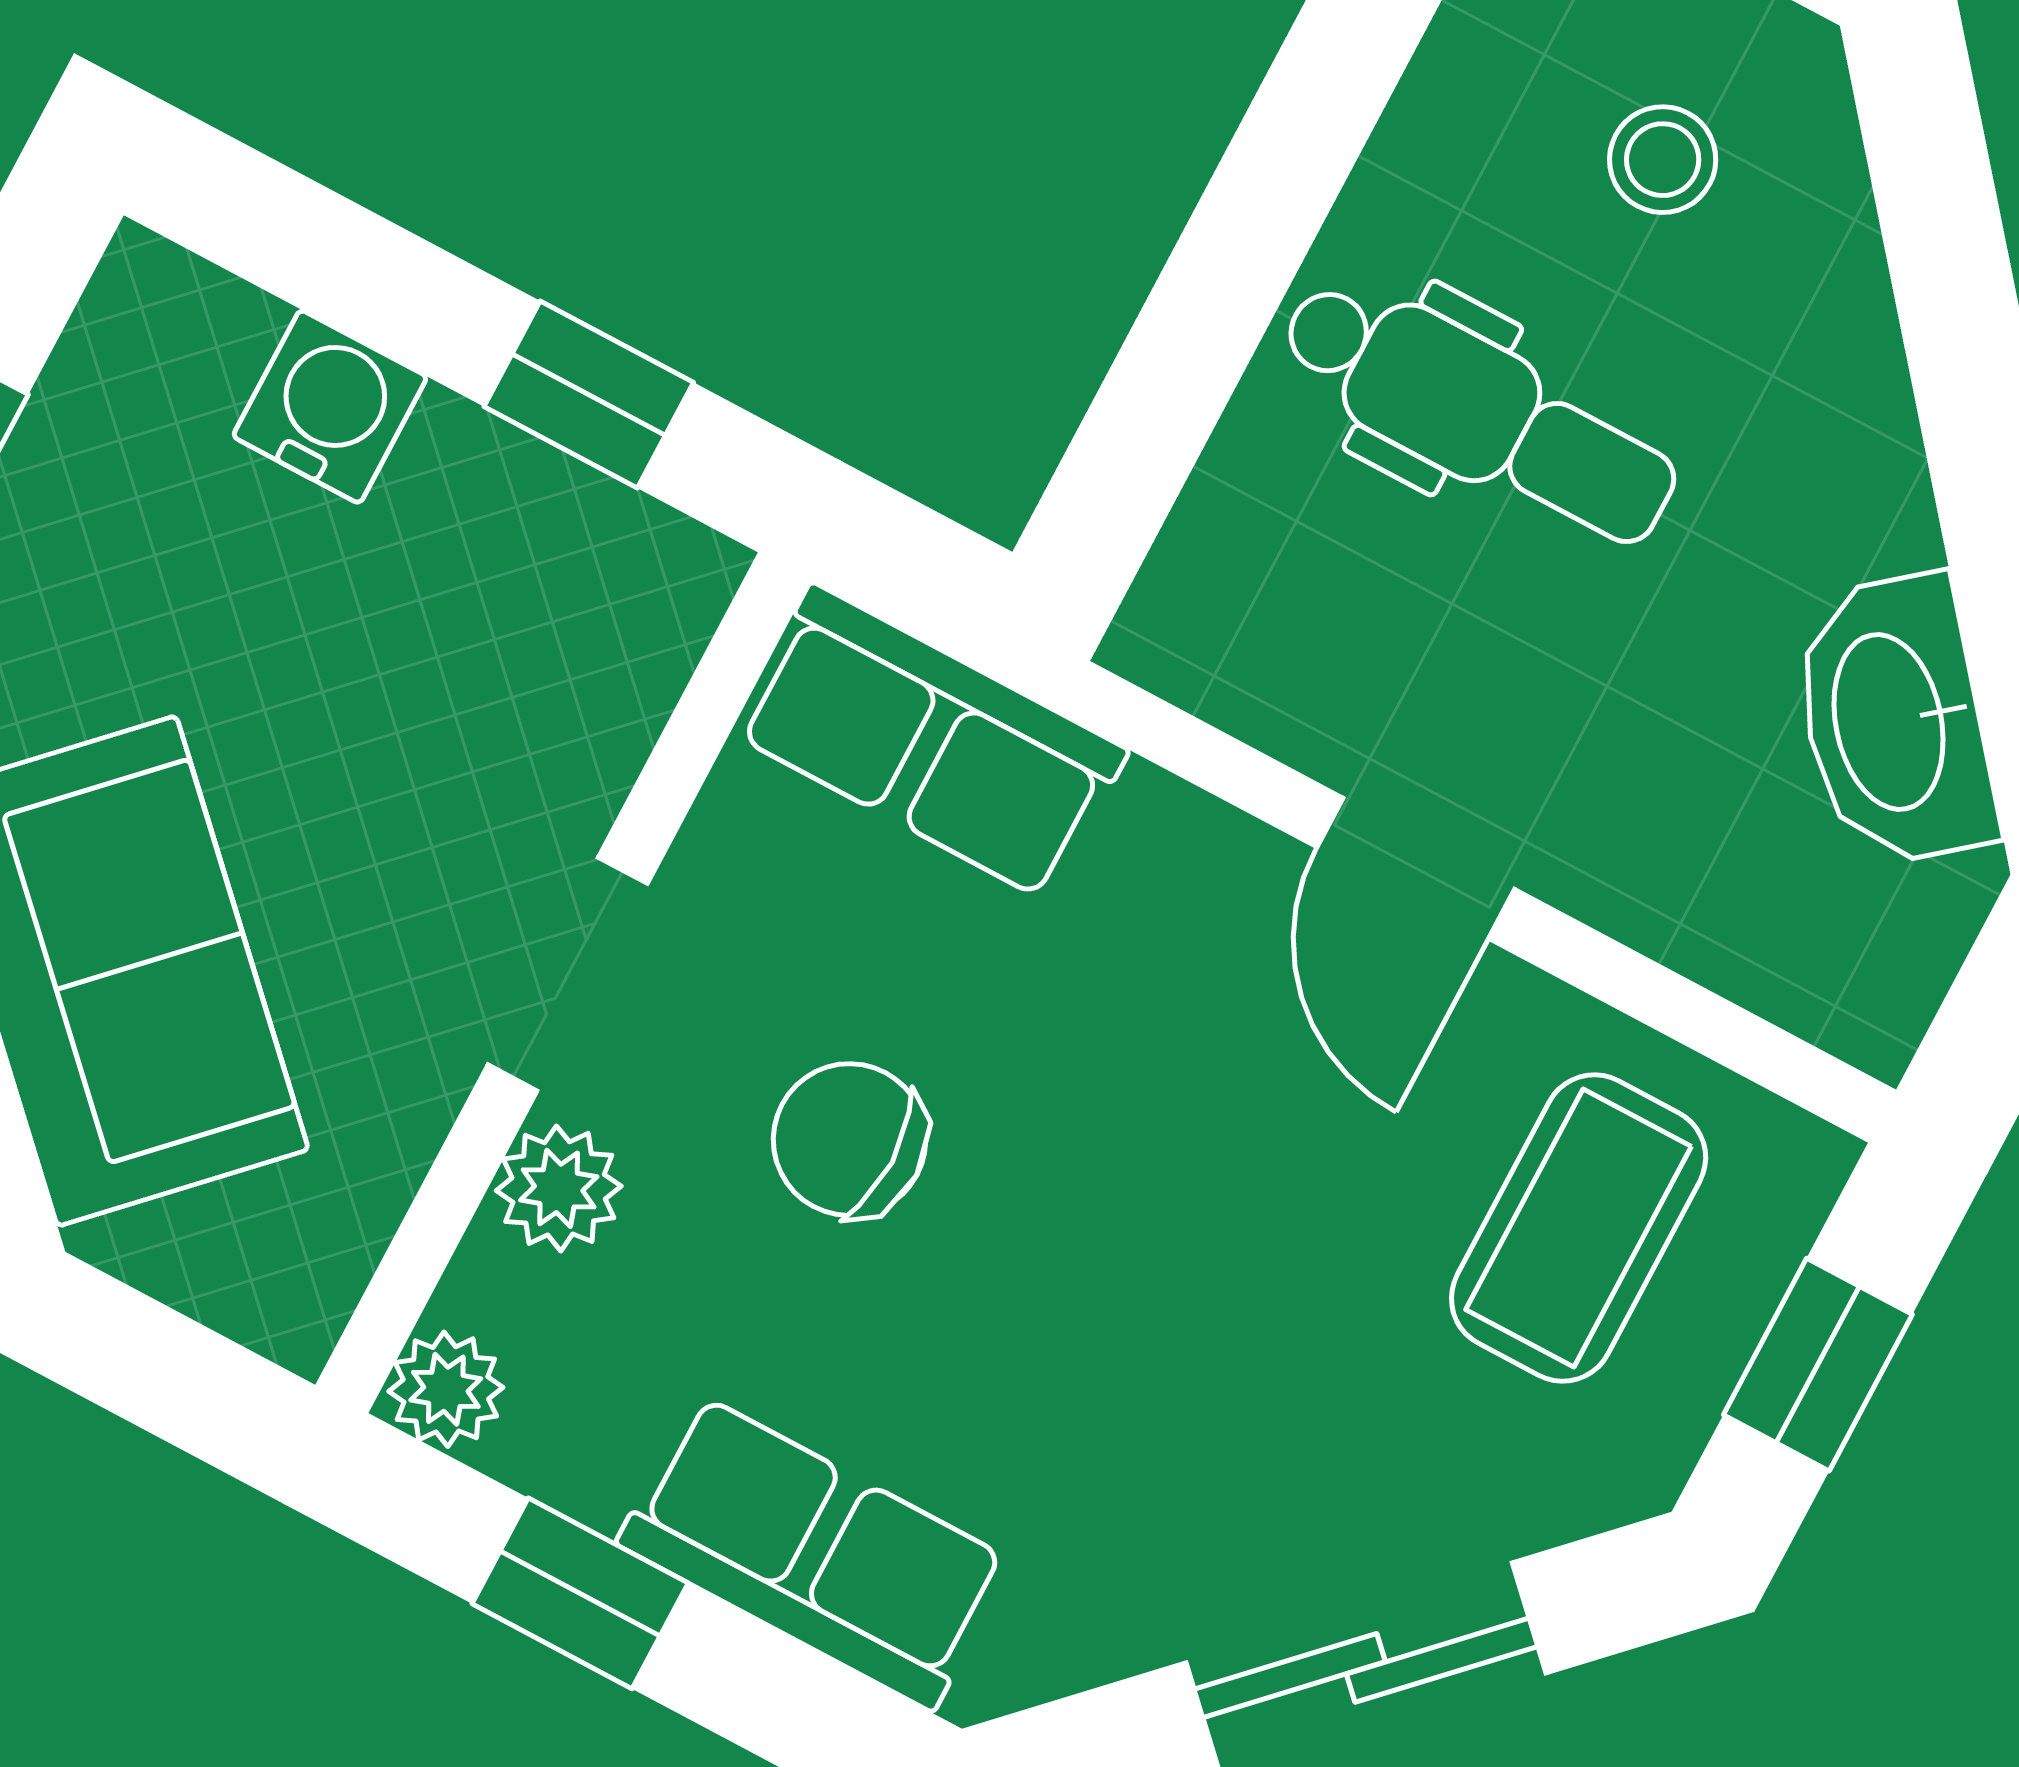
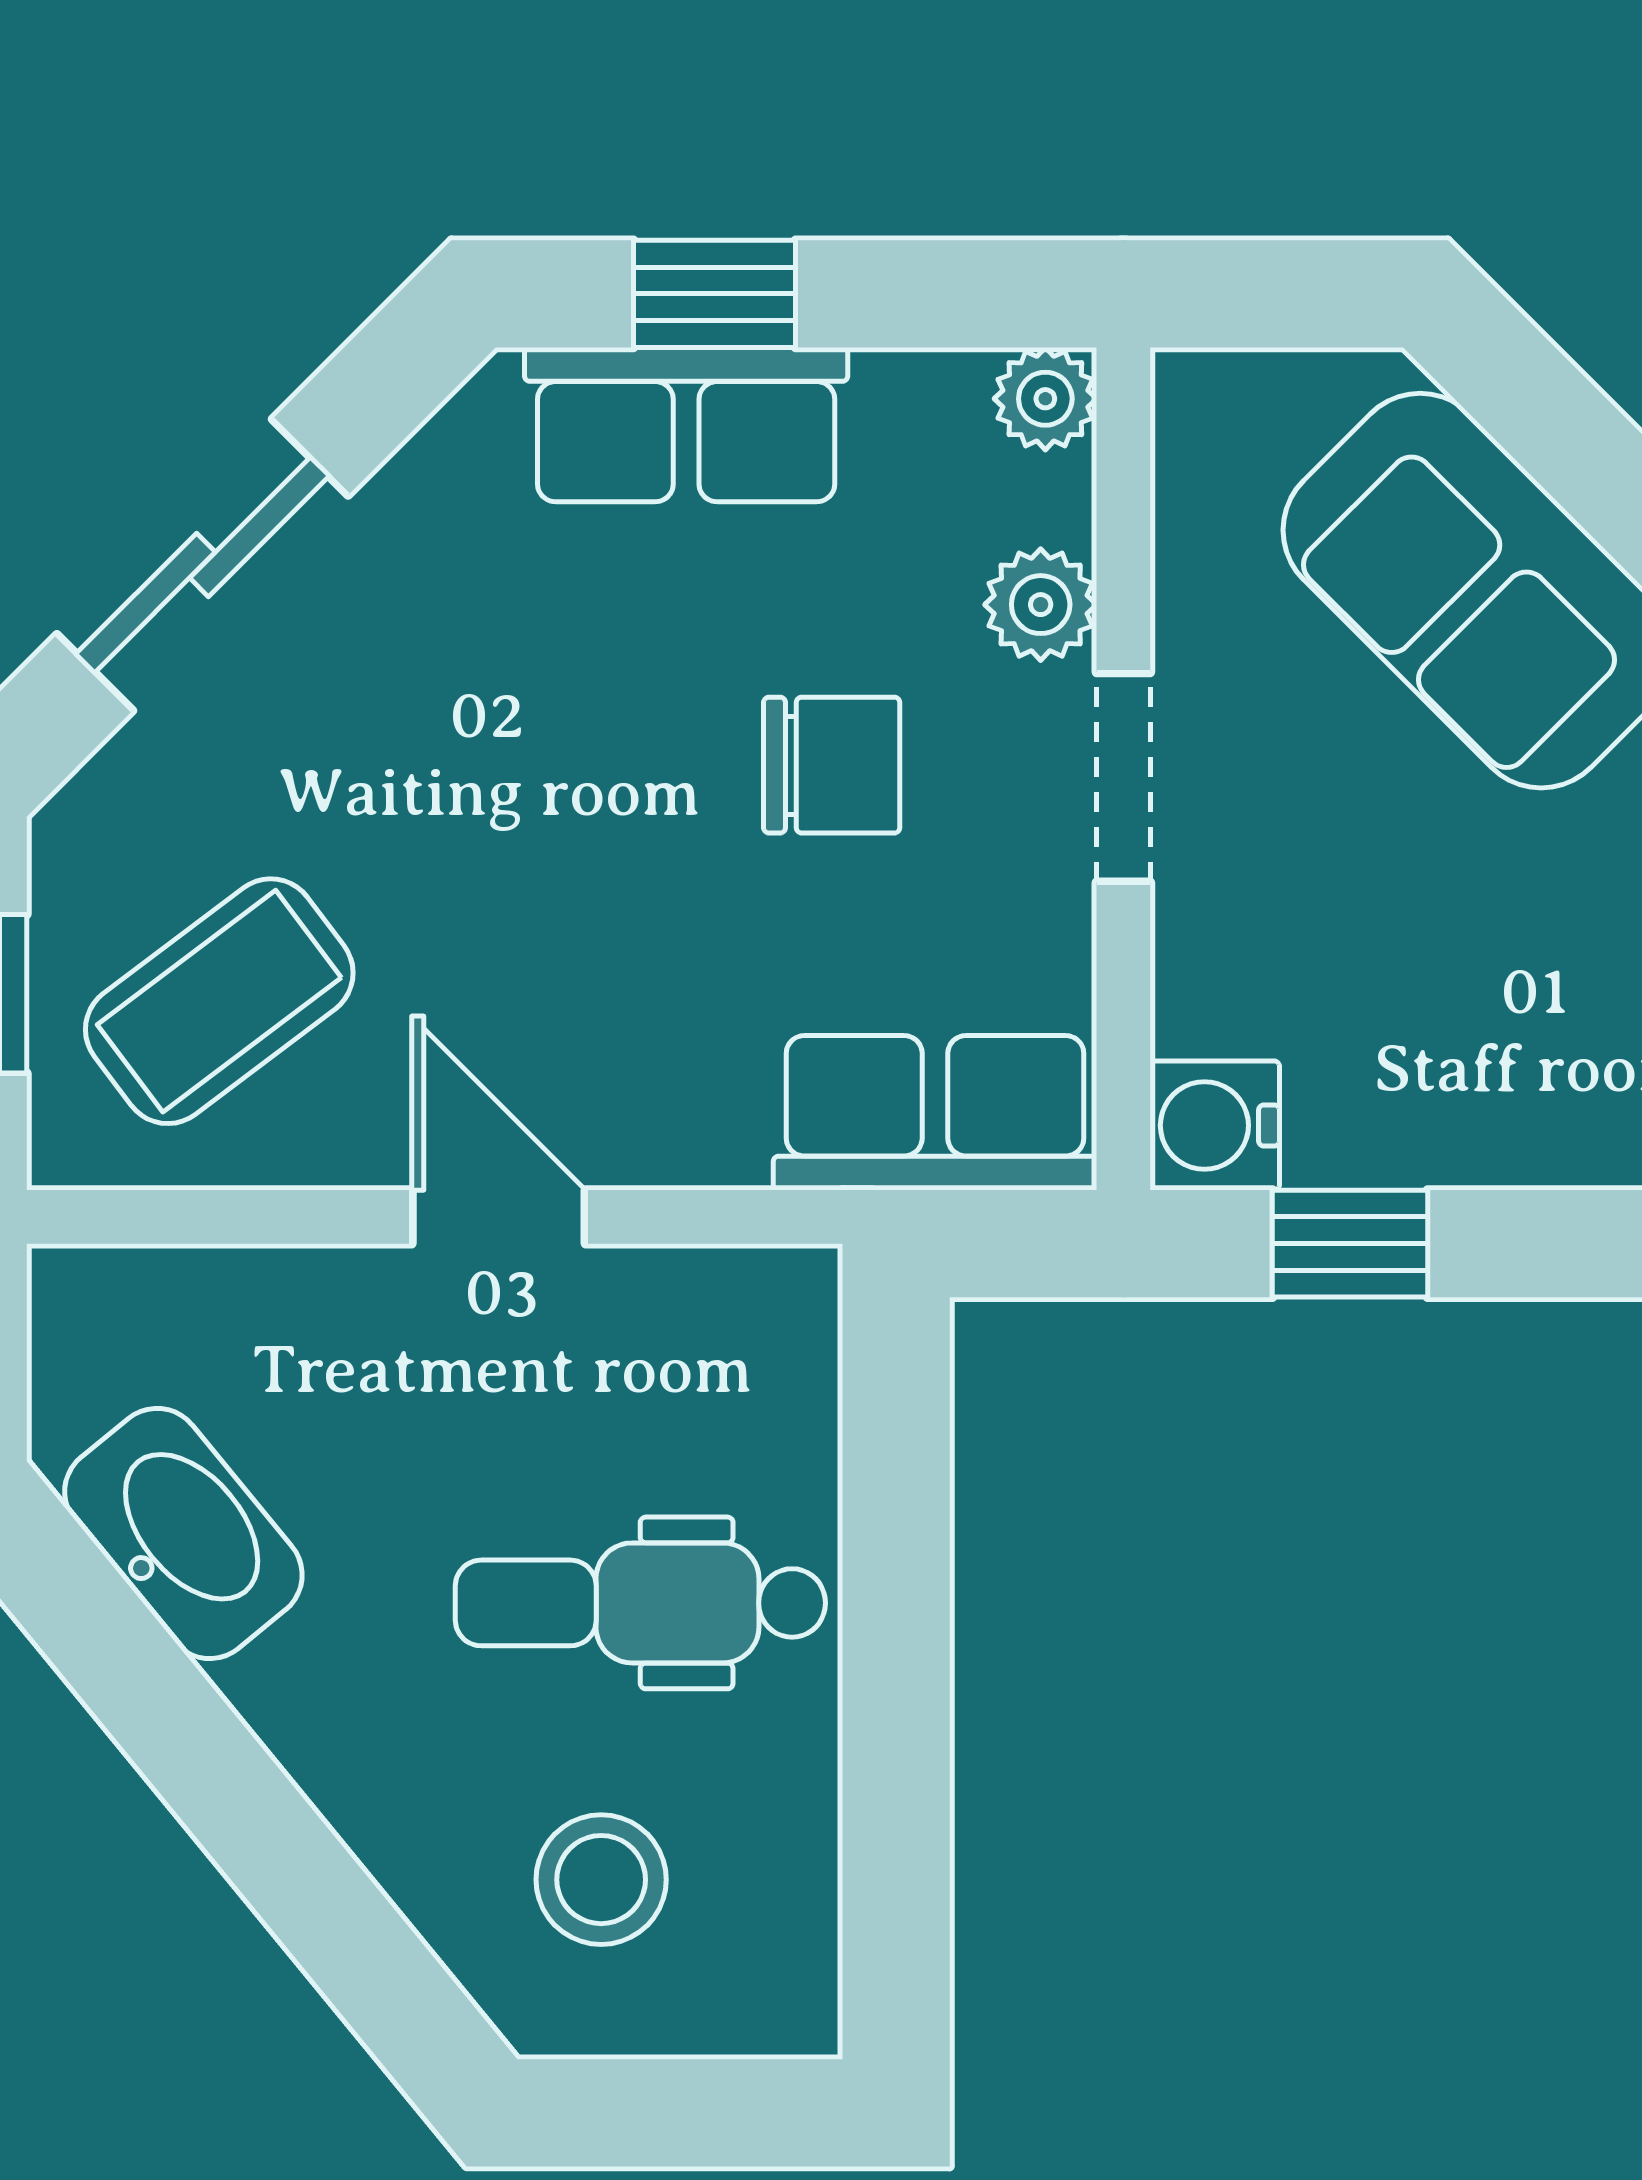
stool: (1663, 160) -> (601, 1880), width x1.37, depth x1.37
water cooler: (330, 407) -> (1215, 1125), moved, turned 90
coffee table: (1579, 1228) -> (219, 1001), turned 53
window: (580, 1593) -> (715, 294), moved

